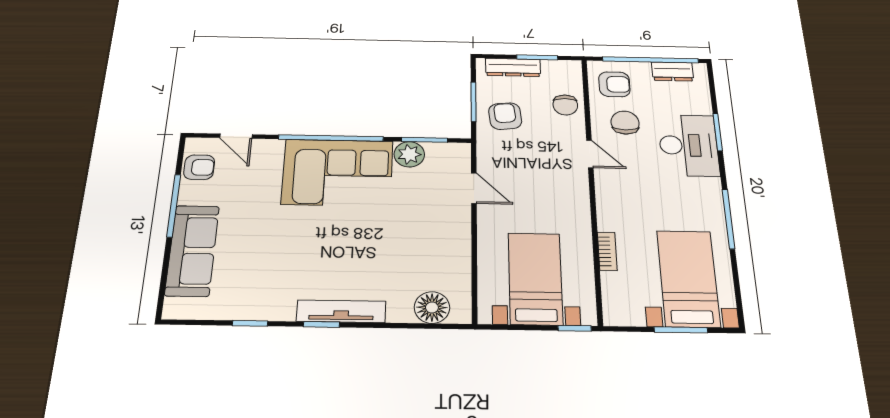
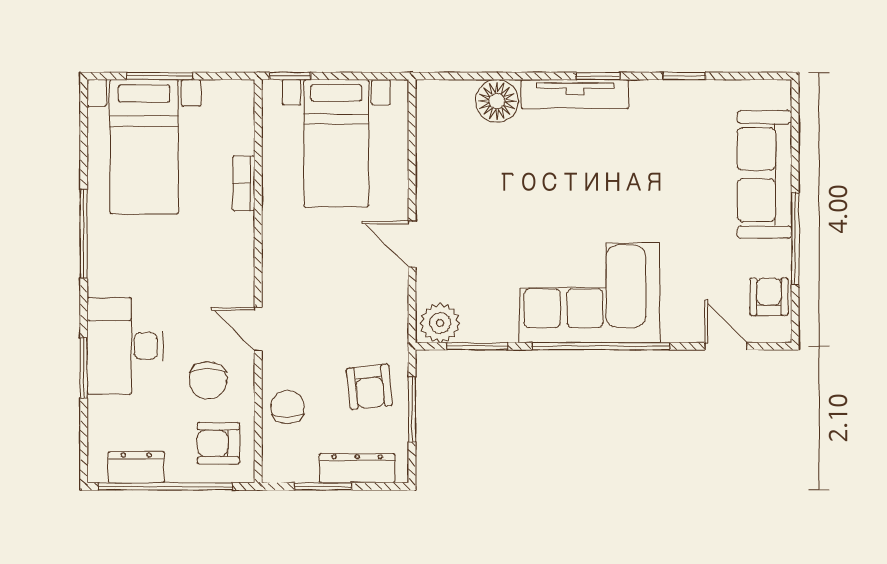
plant: (409, 154) -> (440, 323), moved
armchair: (199, 167) -> (769, 297), turned 90
door: (474, 188) -> (412, 244), moved
floor lamp: (432, 307) -> (497, 101), moved

